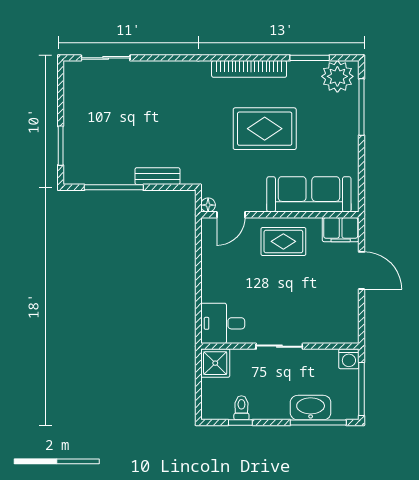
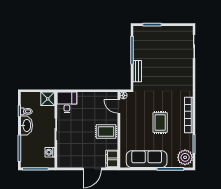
rug: (265, 129) -> (160, 123), width x0.73, depth x0.70
sofa: (309, 194) -> (147, 159), moved, turned -90
rug: (283, 241) -> (106, 131), turned 90
washing machine: (349, 359) -> (50, 152), moved
washbasin: (311, 408) -> (26, 125), moved

